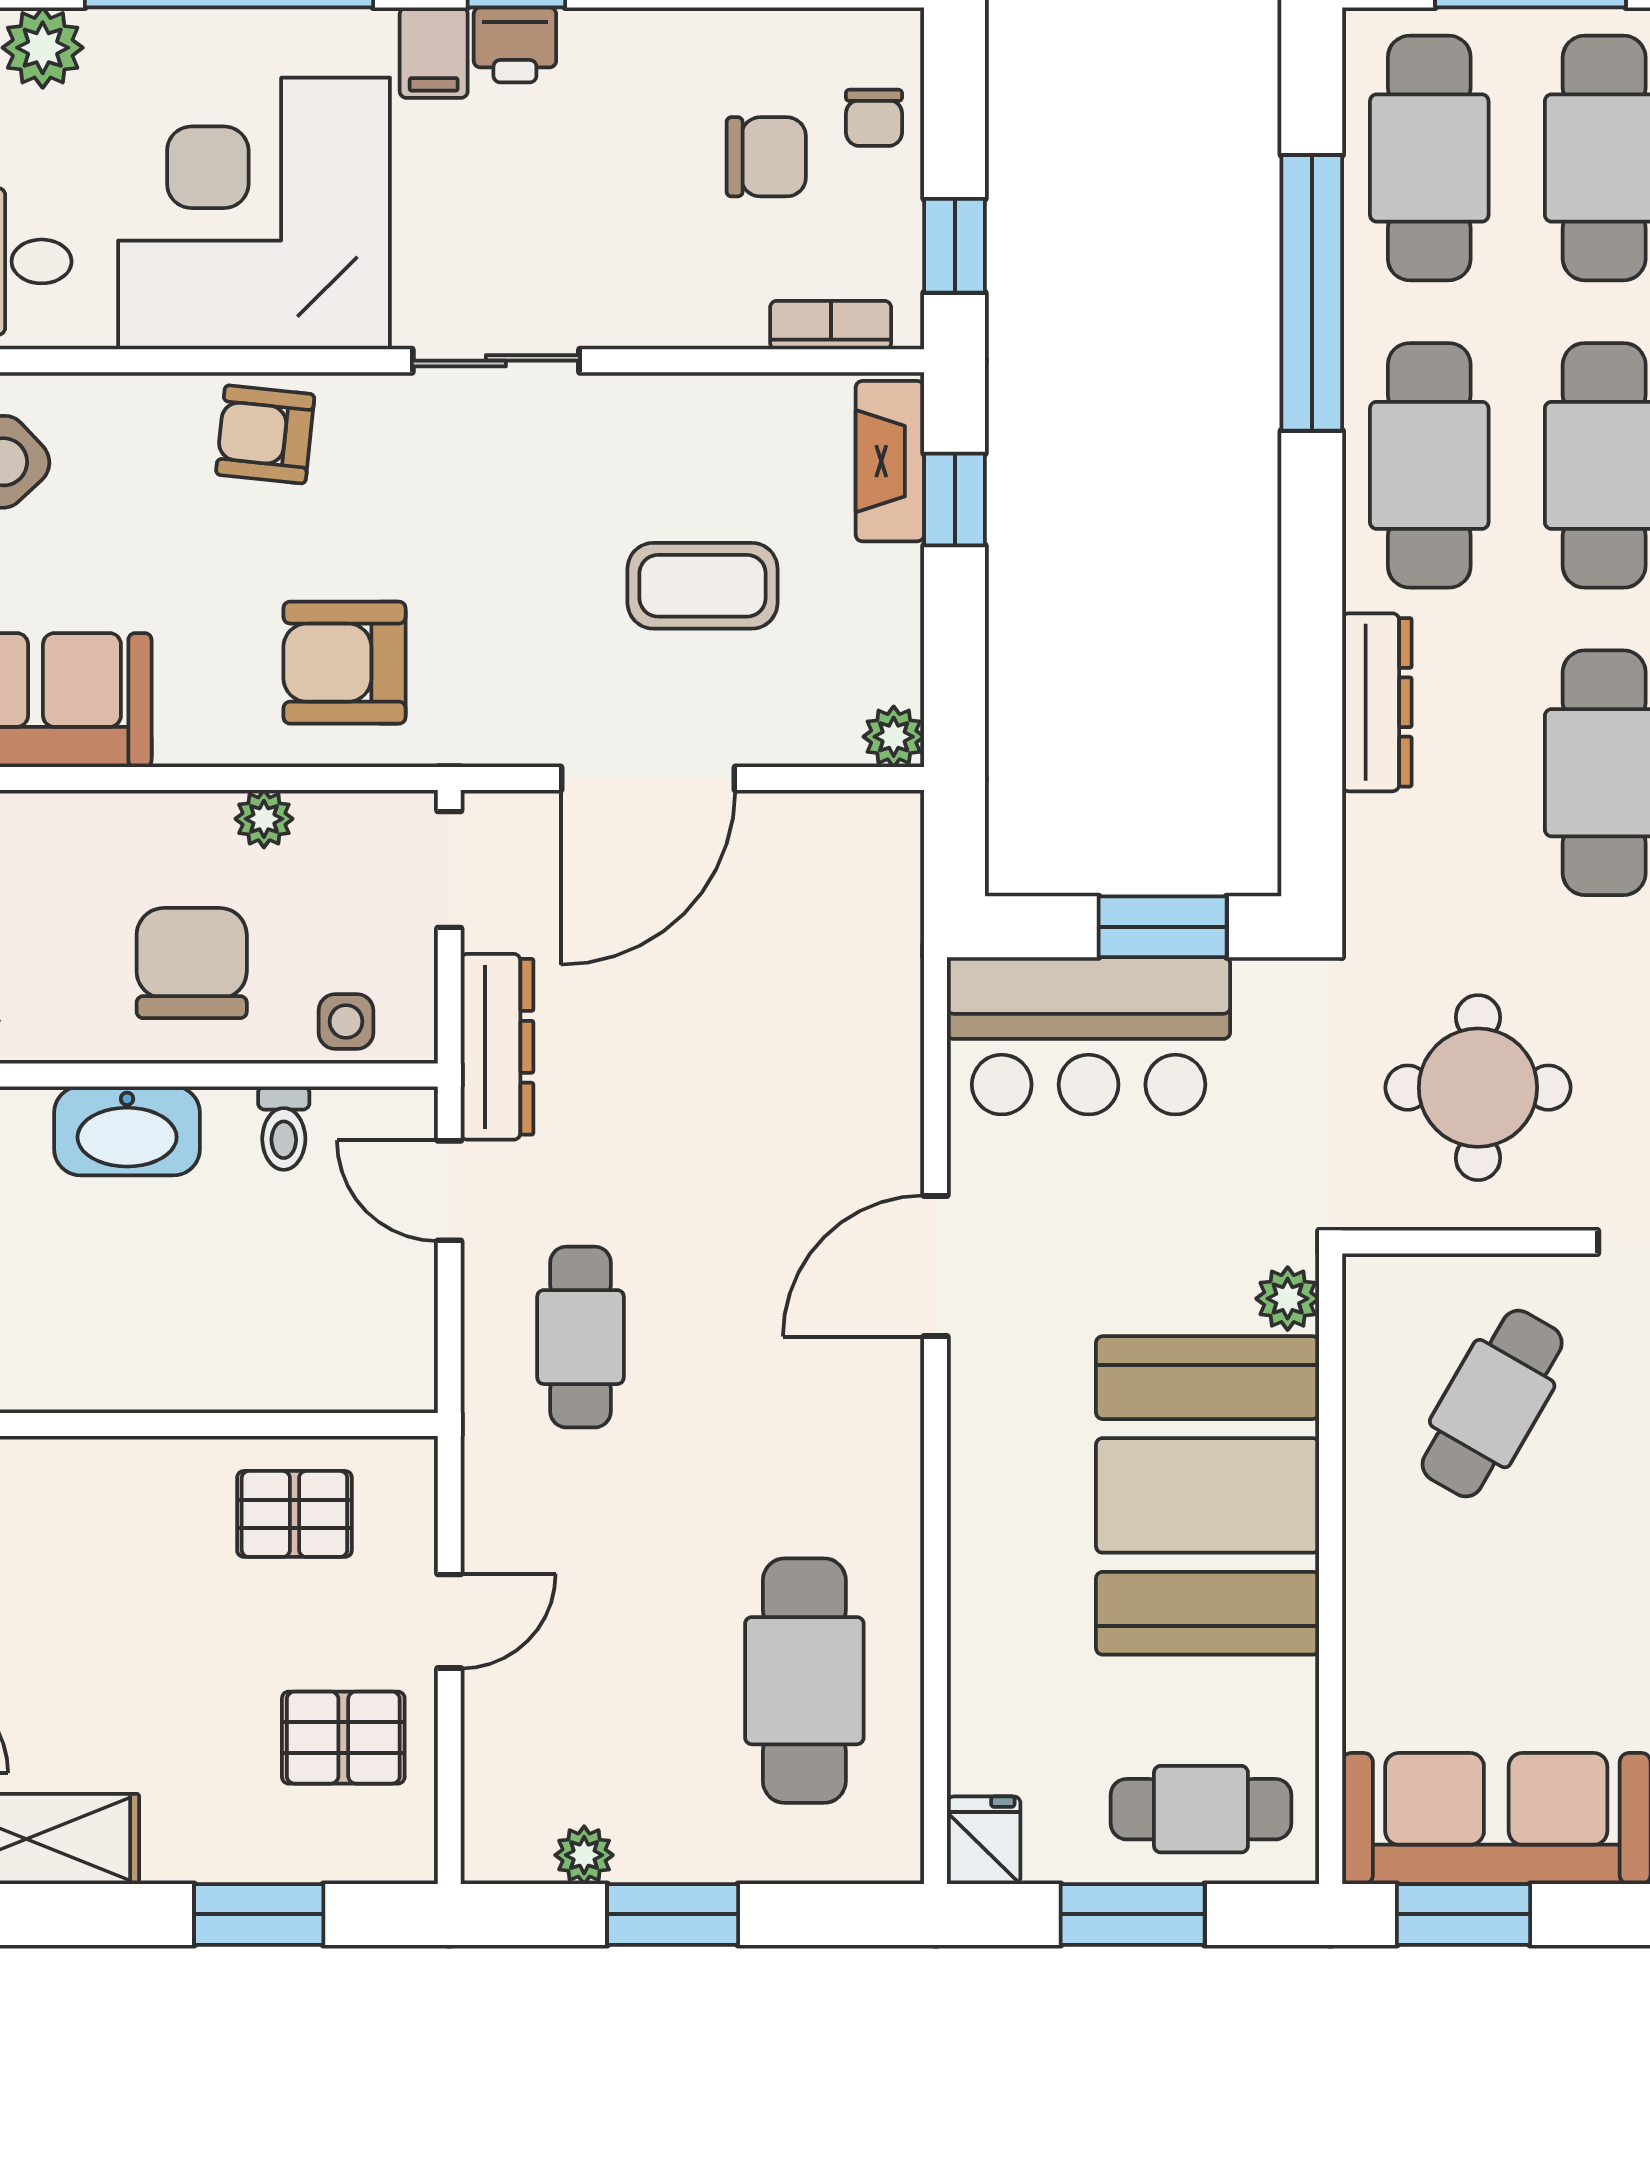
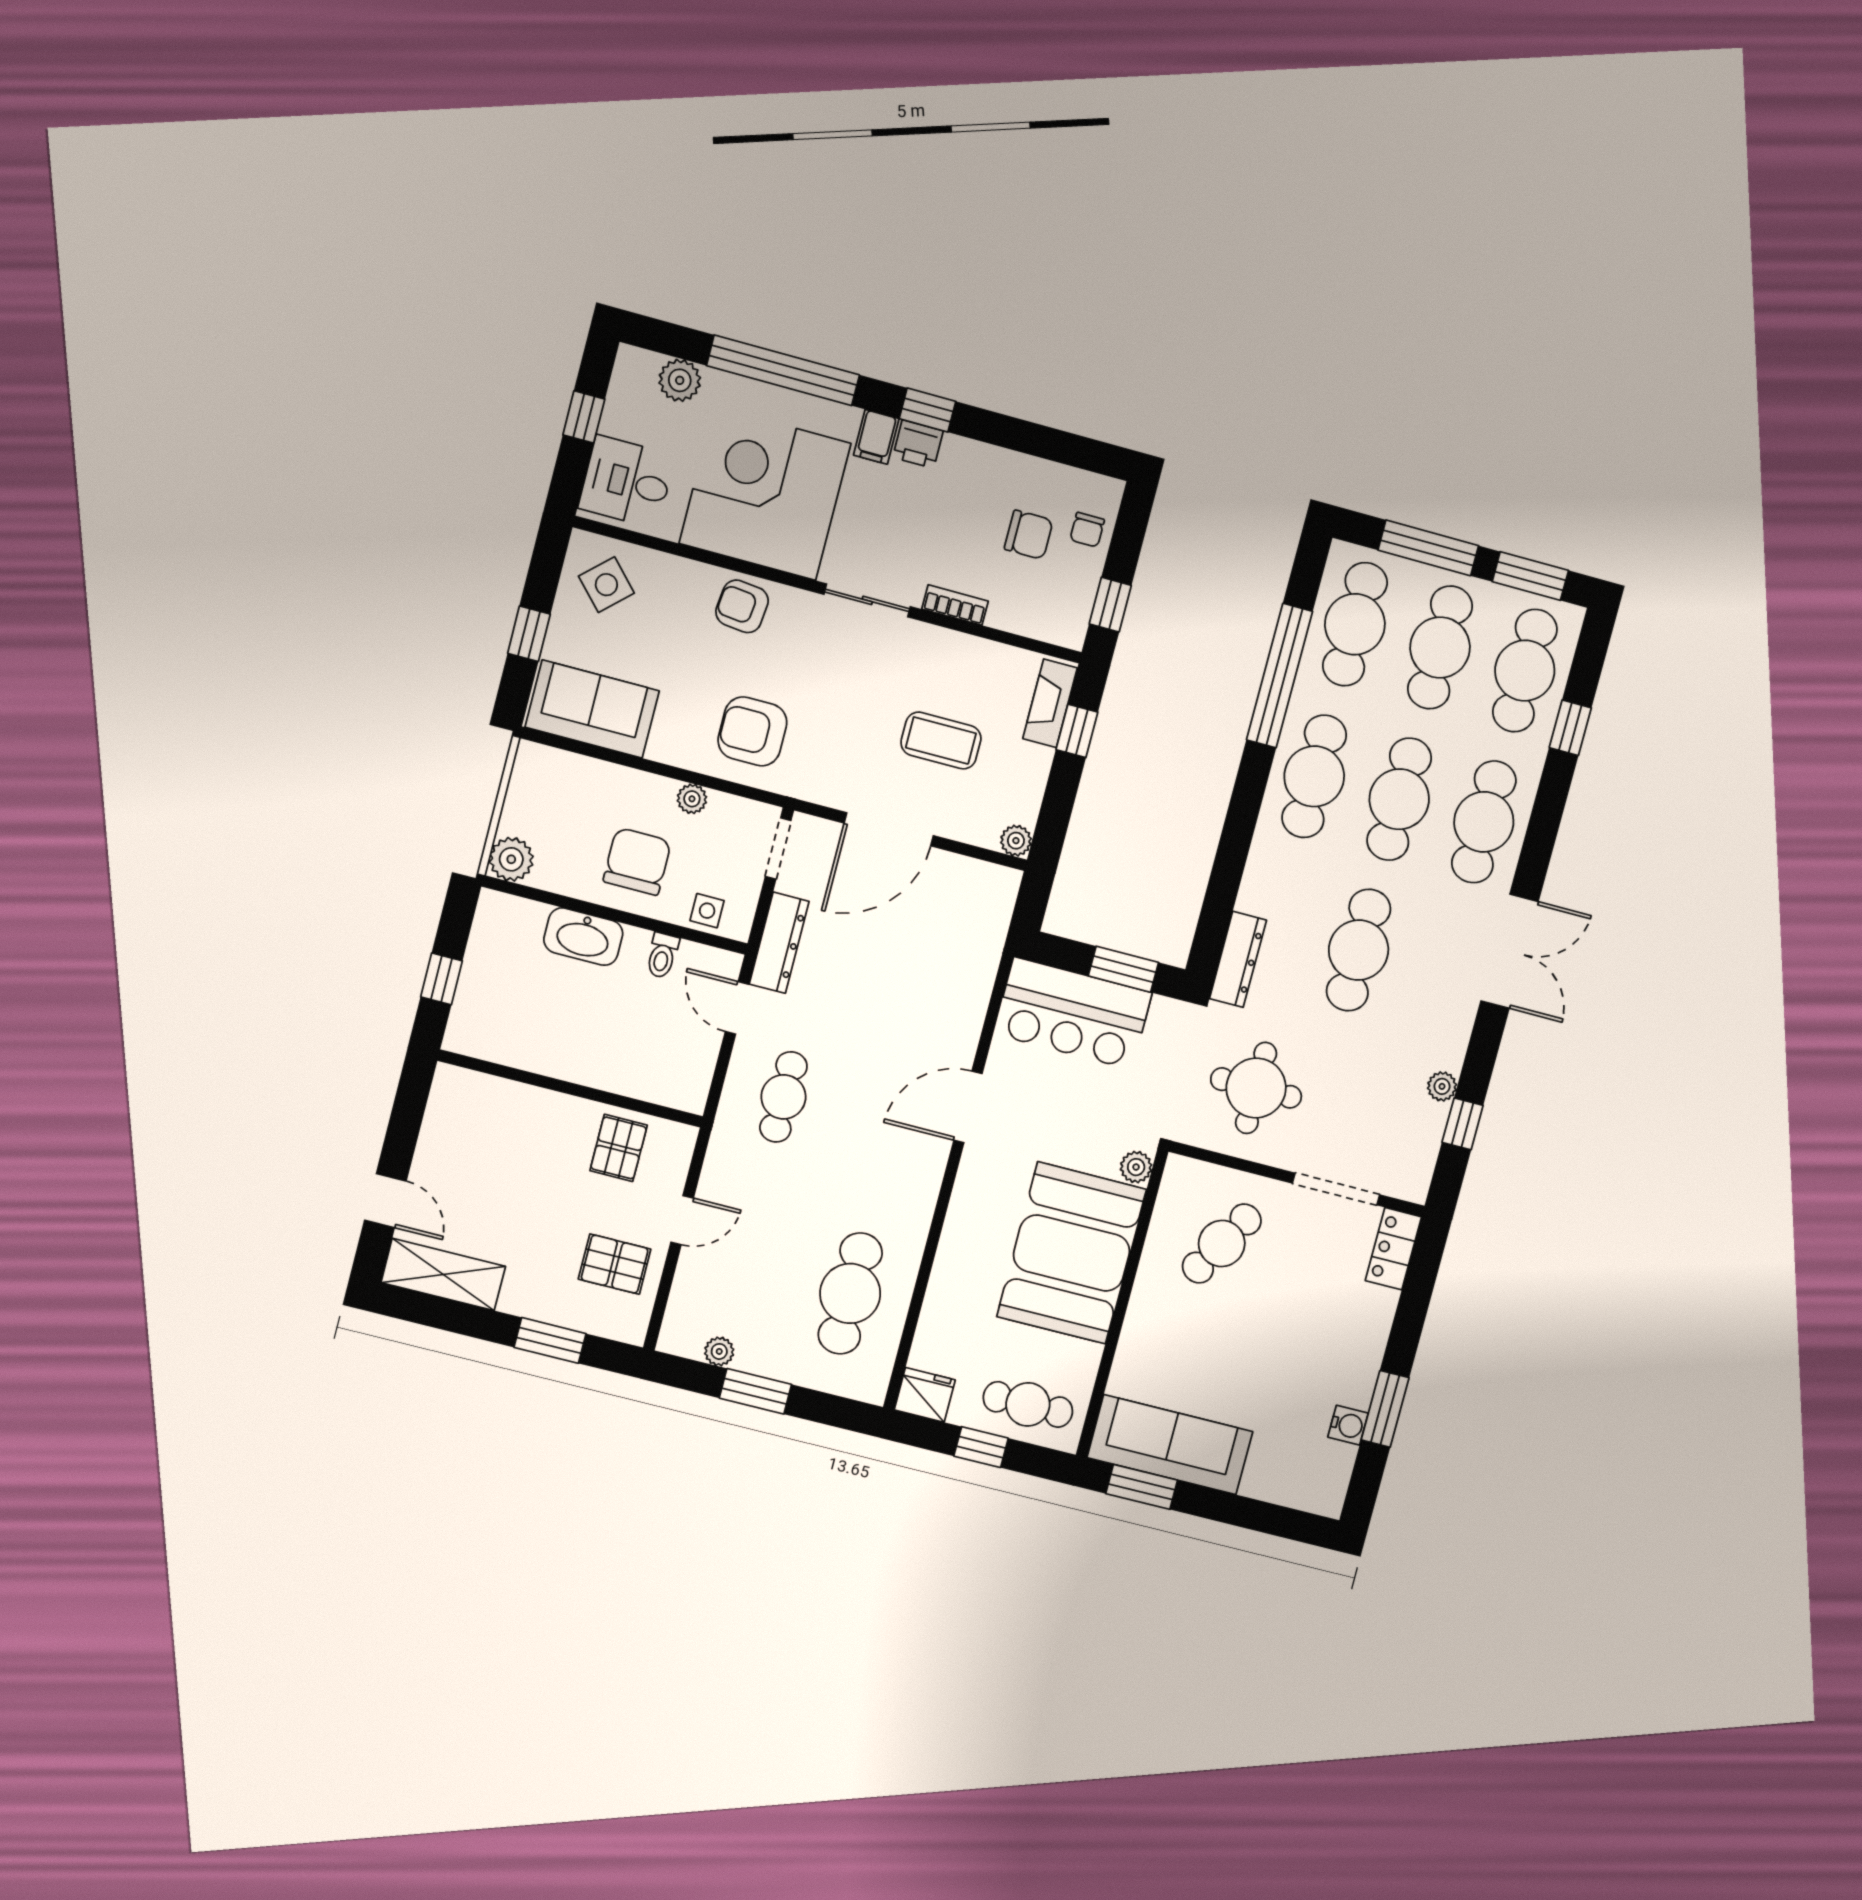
bookcase: (831, 325) -> (955, 605), moved
dresser: (1377, 702) -> (1238, 959), moved
pallet: (294, 1514) -> (619, 1148), turned 90
fridge: (984, 1840) -> (925, 1395), width x1.38
window: (1133, 1914) -> (981, 1447), width x0.67

